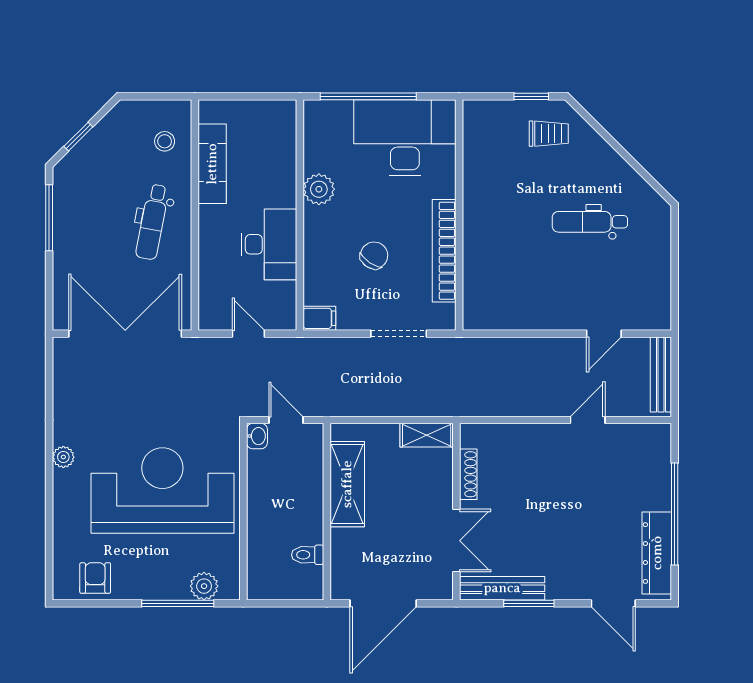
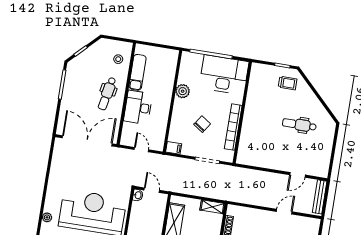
desk: (269, 244) -> (138, 107), moved, turned 180
plant: (63, 457) -> (47, 217), moved

